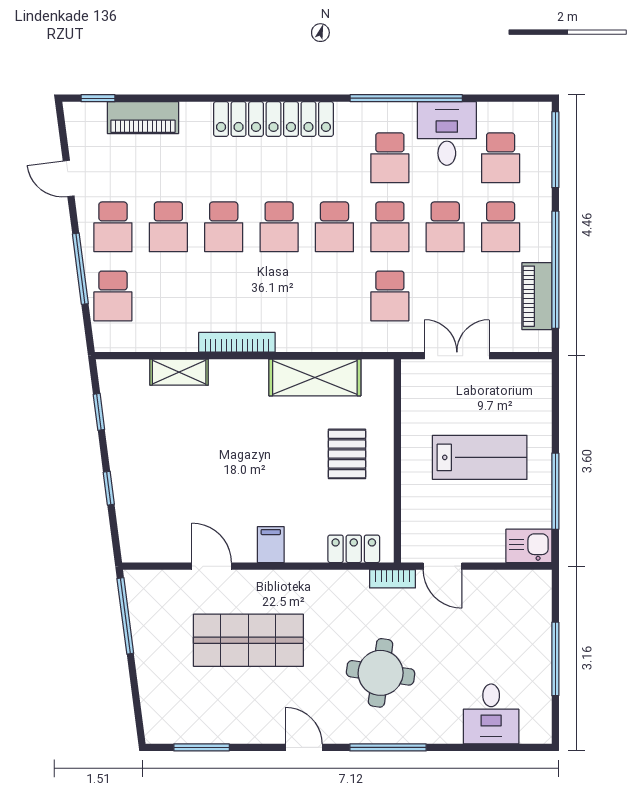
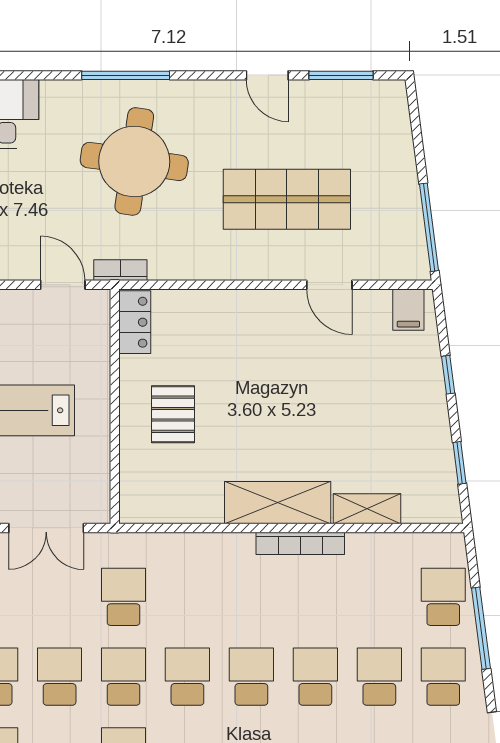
shelving: (315, 377) -> (278, 503), moved
filing cabinet: (271, 545) -> (408, 310), moved
locker: (354, 549) -> (135, 322), moved, turned -90
round table: (381, 673) -> (134, 161), width x1.36, depth x1.36
door: (304, 747) -> (267, 75), moved

